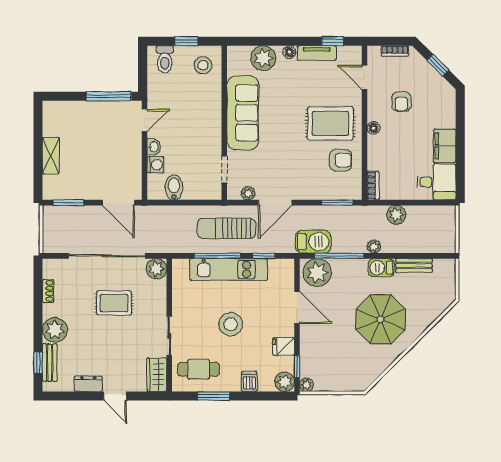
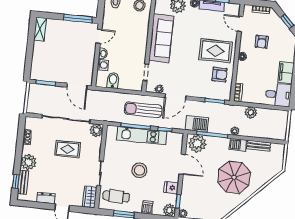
shelving: (51, 156) -> (40, 29), moved

